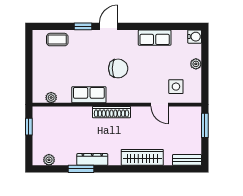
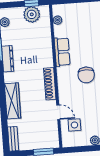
door: (160, 105) -> (58, 112), swing flipped
shoe rack: (111, 112) -> (50, 84), moved
plant: (42, 127) -> (32, 14), added

